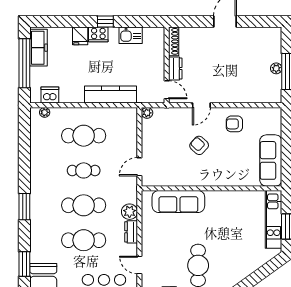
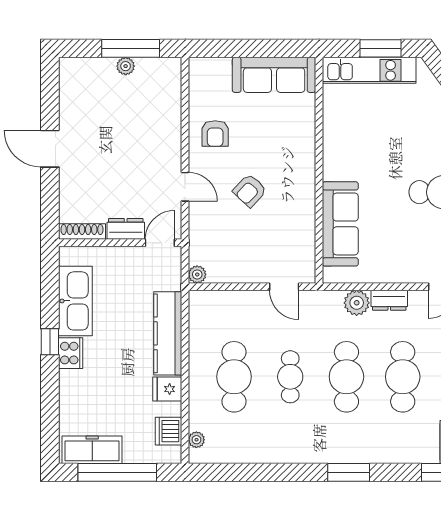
kitchen sink: (131, 35) -> (75, 301), width x1.87, depth x1.24
fridge: (80, 36) -> (167, 389), moved, turned 180

